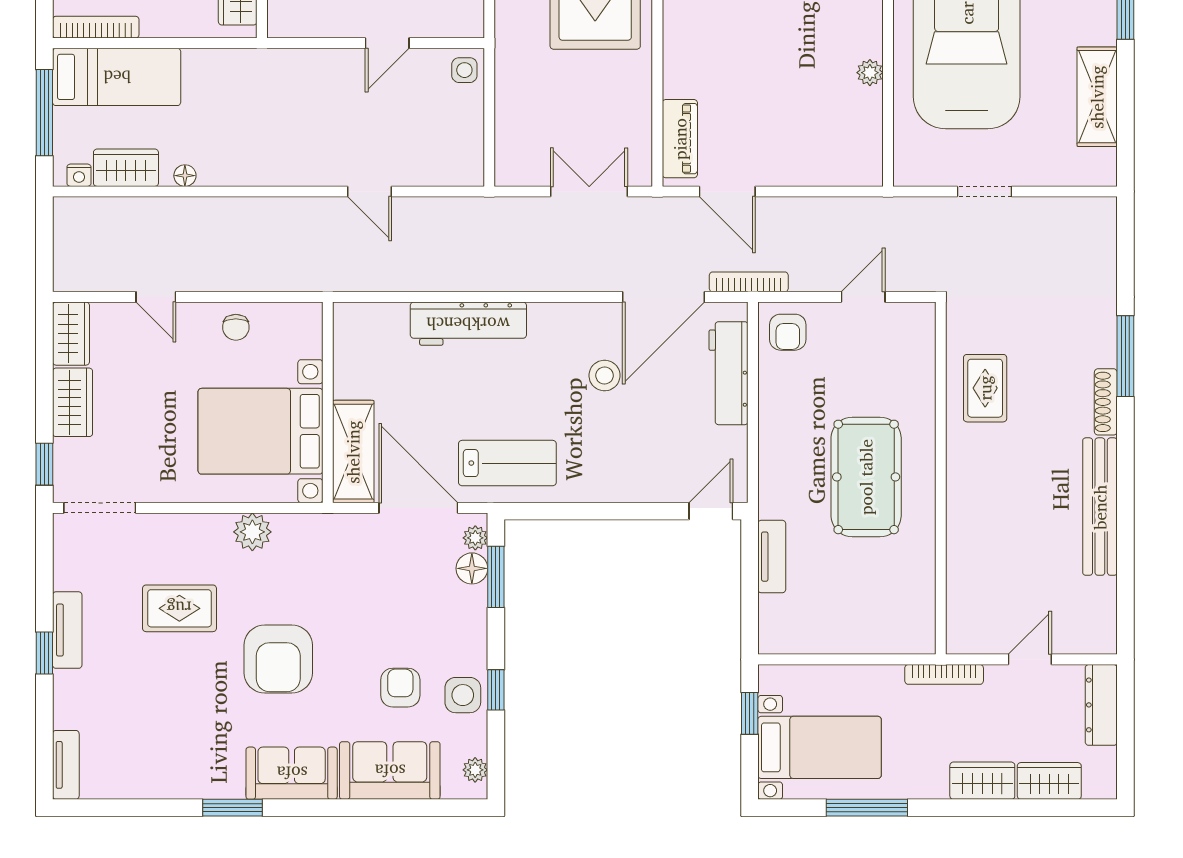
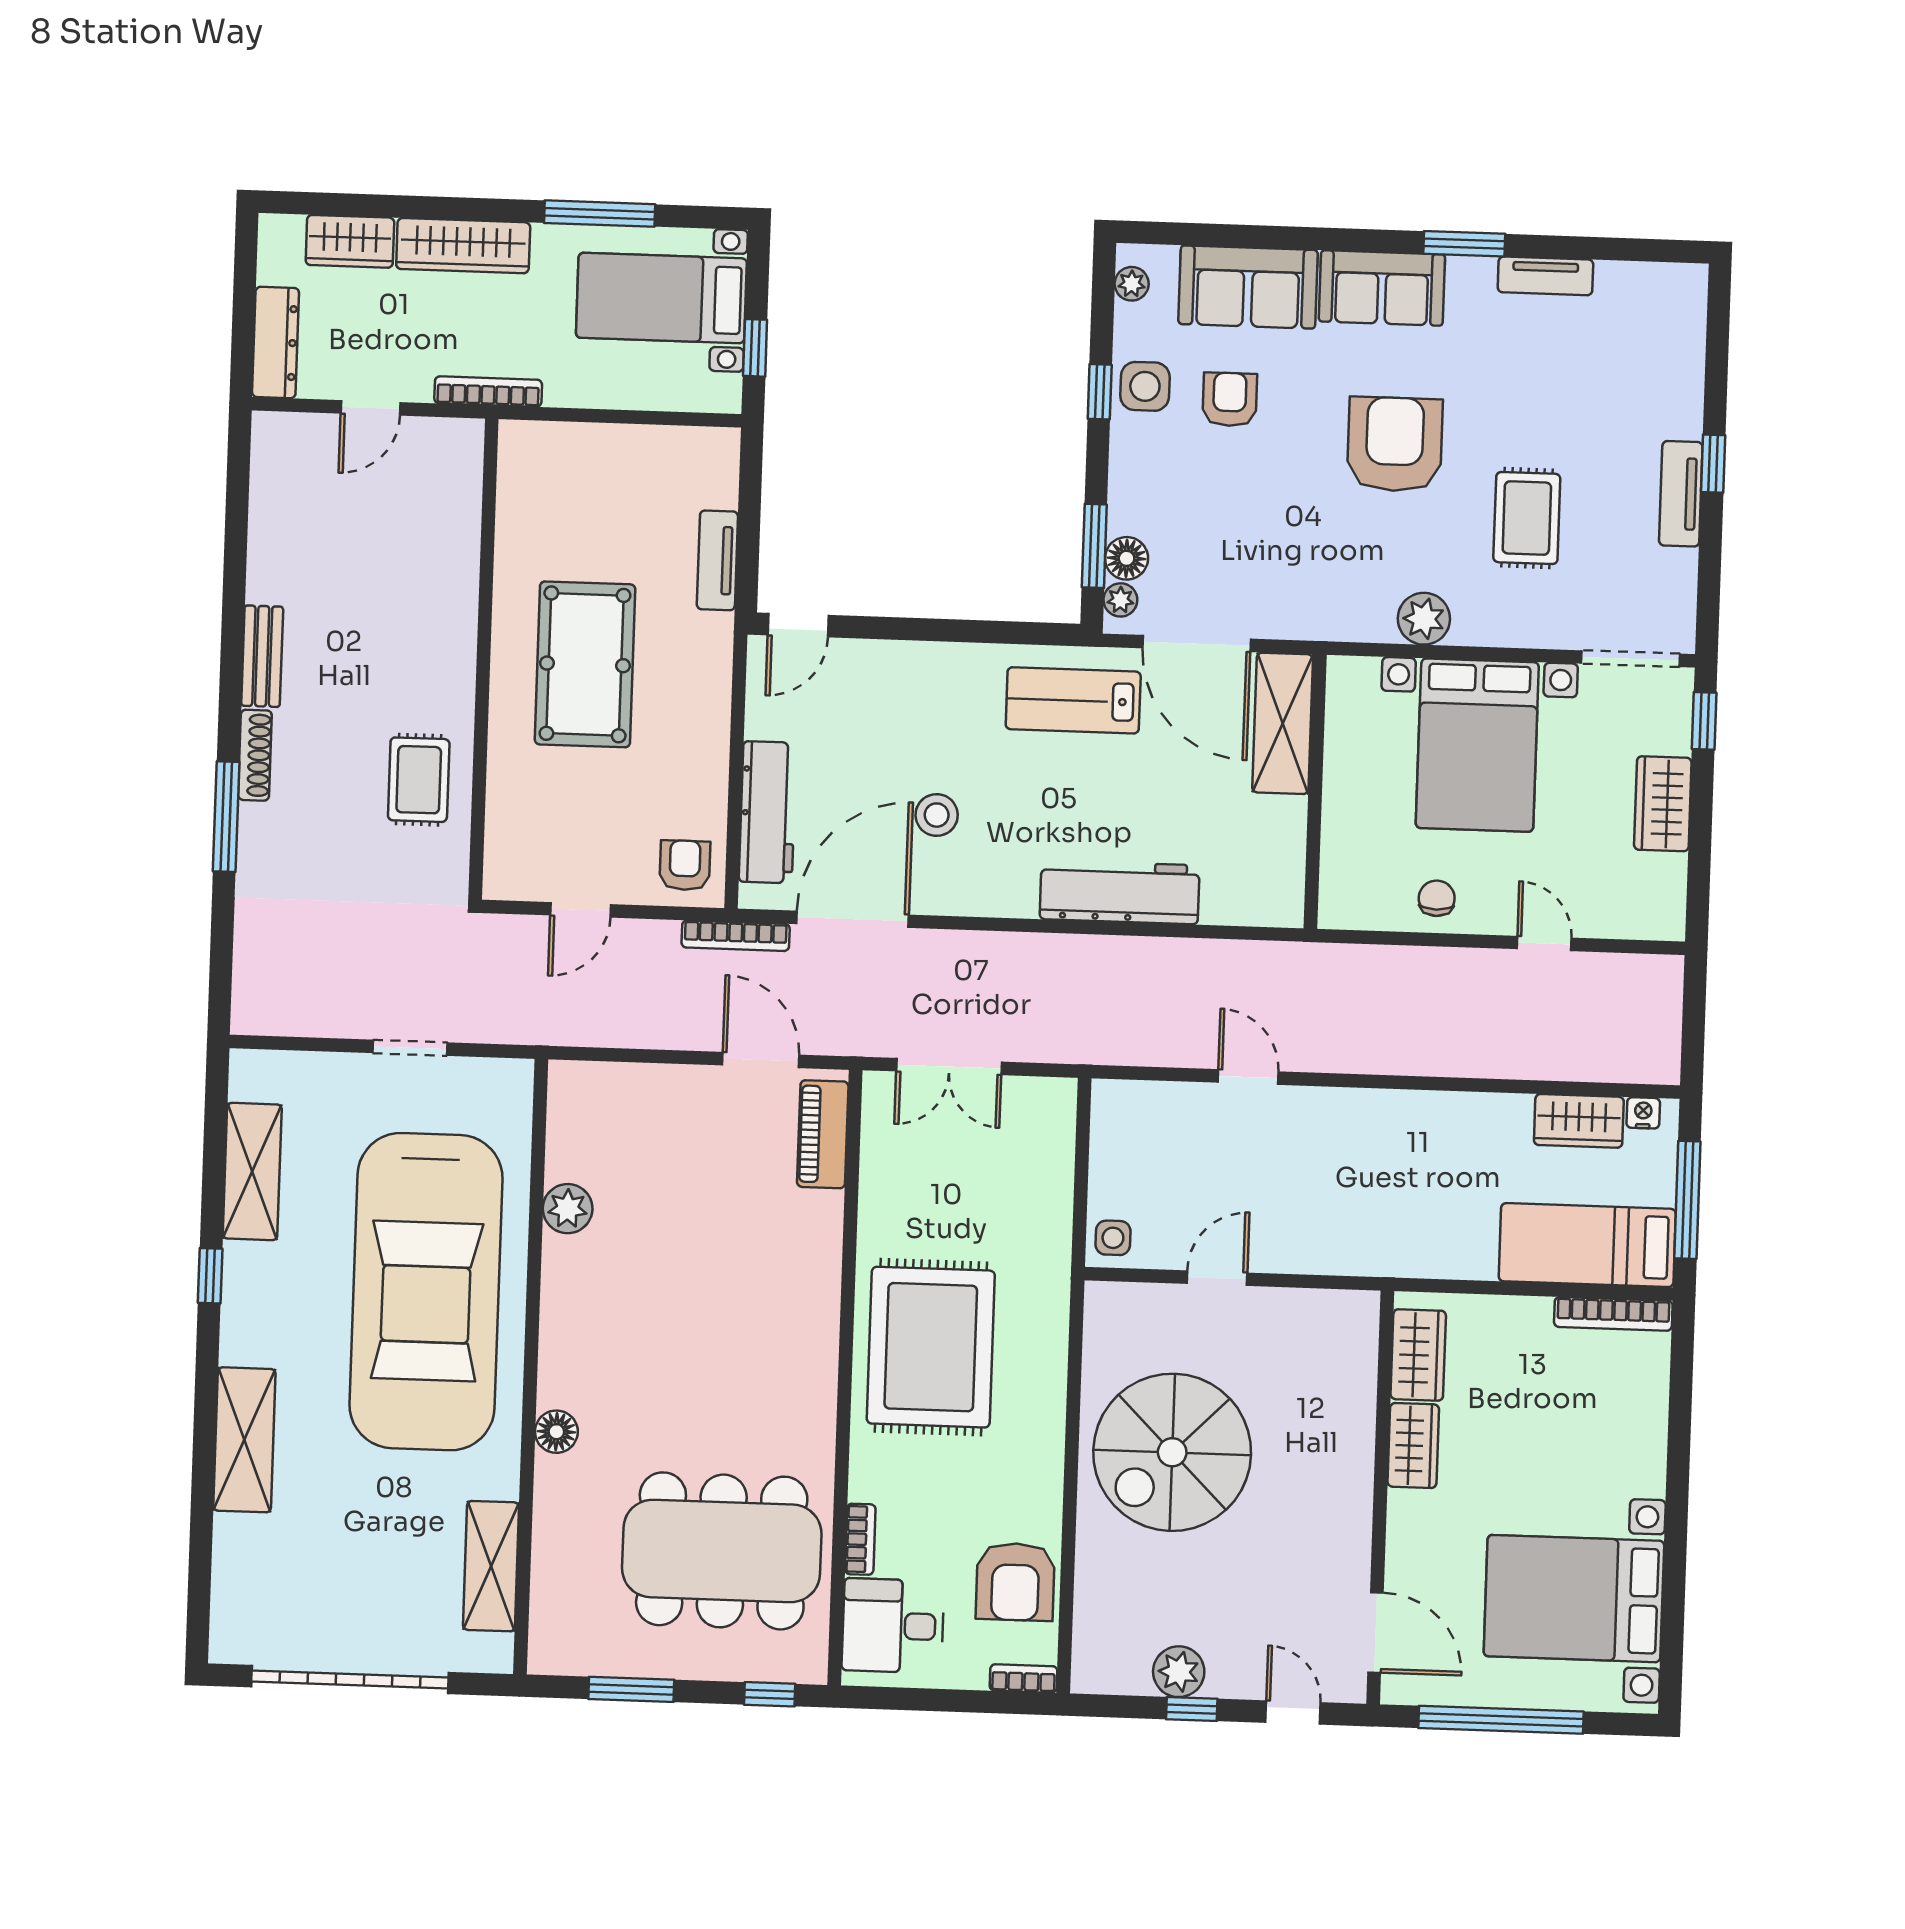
plant: (870, 73) -> (568, 1209), width x1.38, depth x1.38
floor lamp: (185, 176) -> (1499, 1107), removed
wardrobe: (71, 334) -> (1662, 898), removed
bed with nightstands: (260, 431) -> (1477, 745), moved, turned 90
bench: (1100, 507) -> (262, 656), width x0.54, depth x0.82
rug: (179, 608) -> (1527, 518), turned 90
armchair: (400, 688) -> (1230, 399), turned 180
tv unit: (66, 765) -> (1545, 276), moved, turned -90
wardrobe: (982, 781) -> (463, 246), width x1.50

